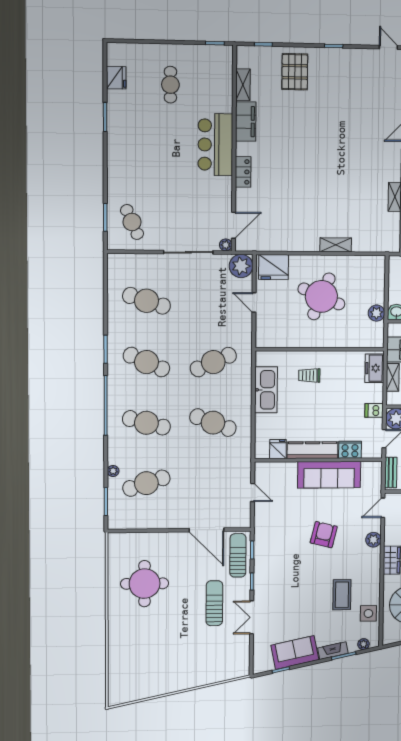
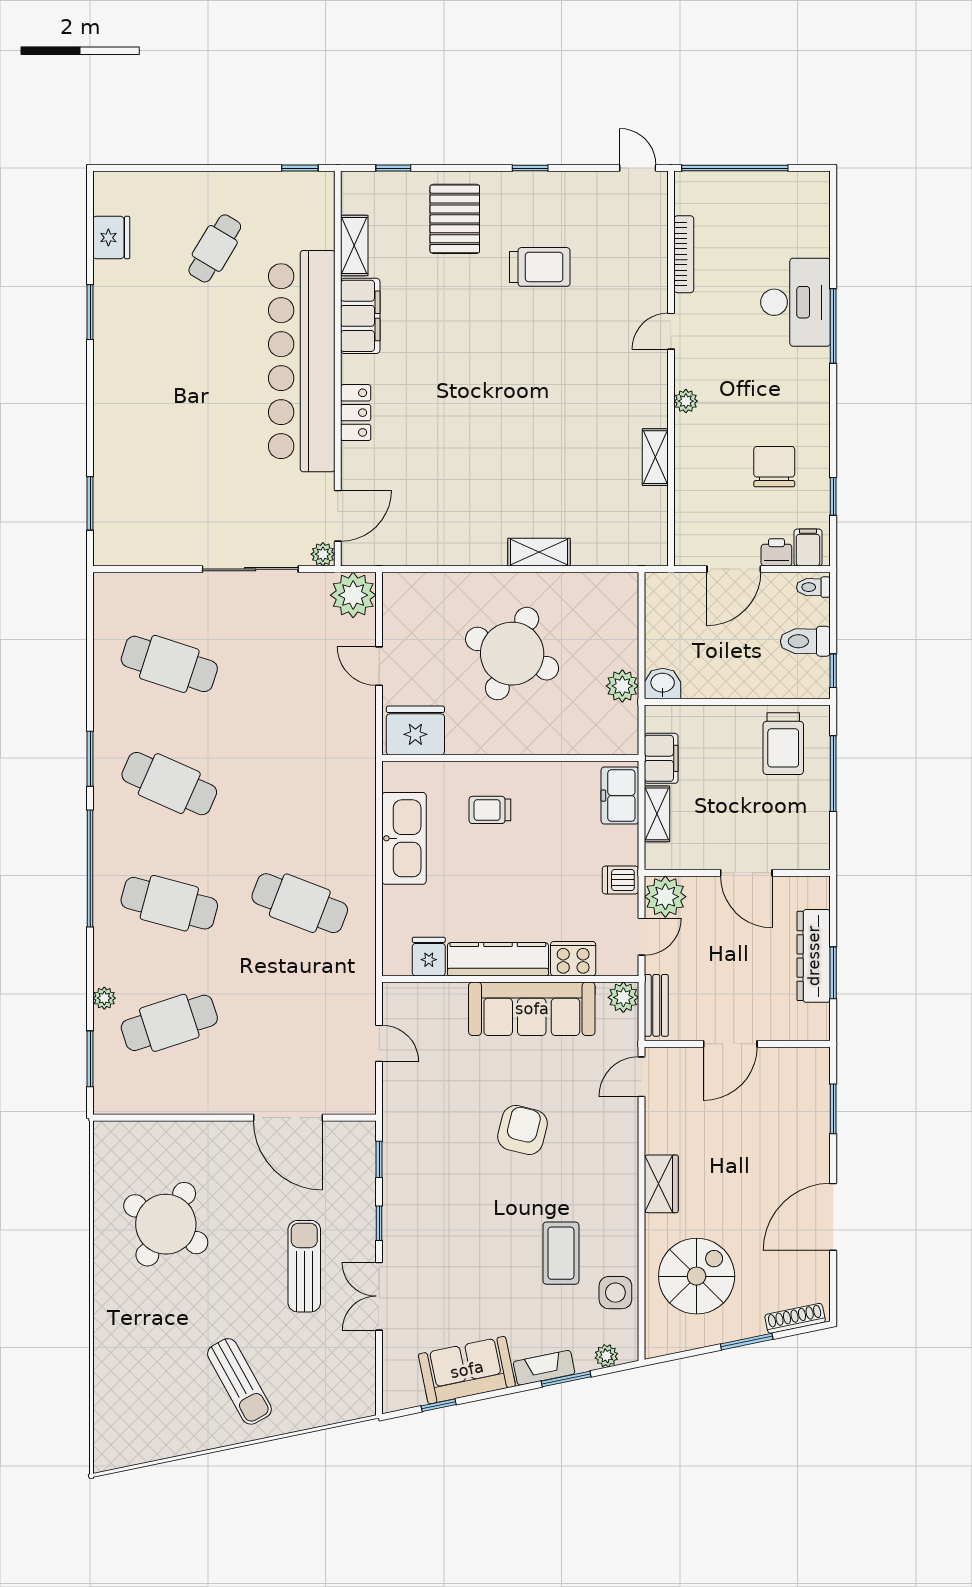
cafe table: (170, 85) -> (215, 248), turned 31
trolley: (338, 98) -> (540, 267), added
bar counter: (215, 145) -> (302, 361), width x1.86
cafe table: (132, 222) -> (141, 512), removed
fridge: (274, 267) -> (415, 730), moved, turned 180
cafe table: (213, 362) -> (300, 784), removed
plant: (373, 540) -> (623, 997), moved
sun lounger: (238, 555) -> (239, 1381), moved, turned 151
round table: (145, 584) -> (166, 1224), turned 31

